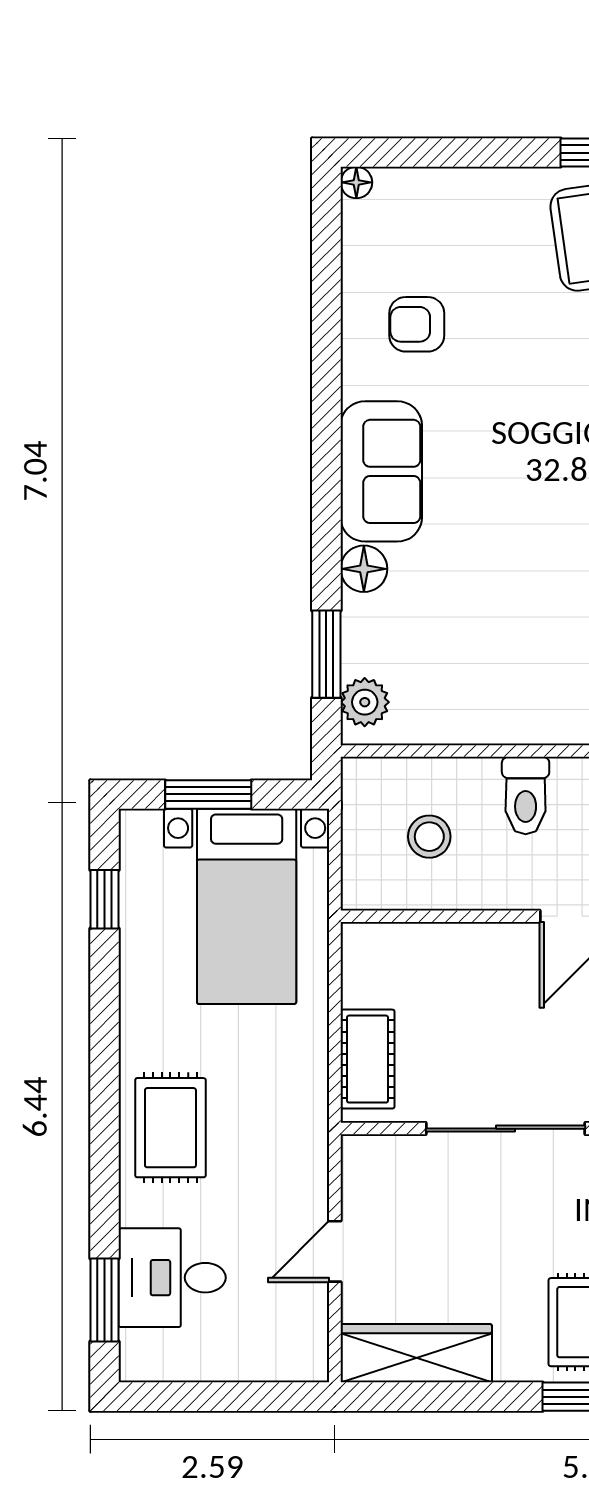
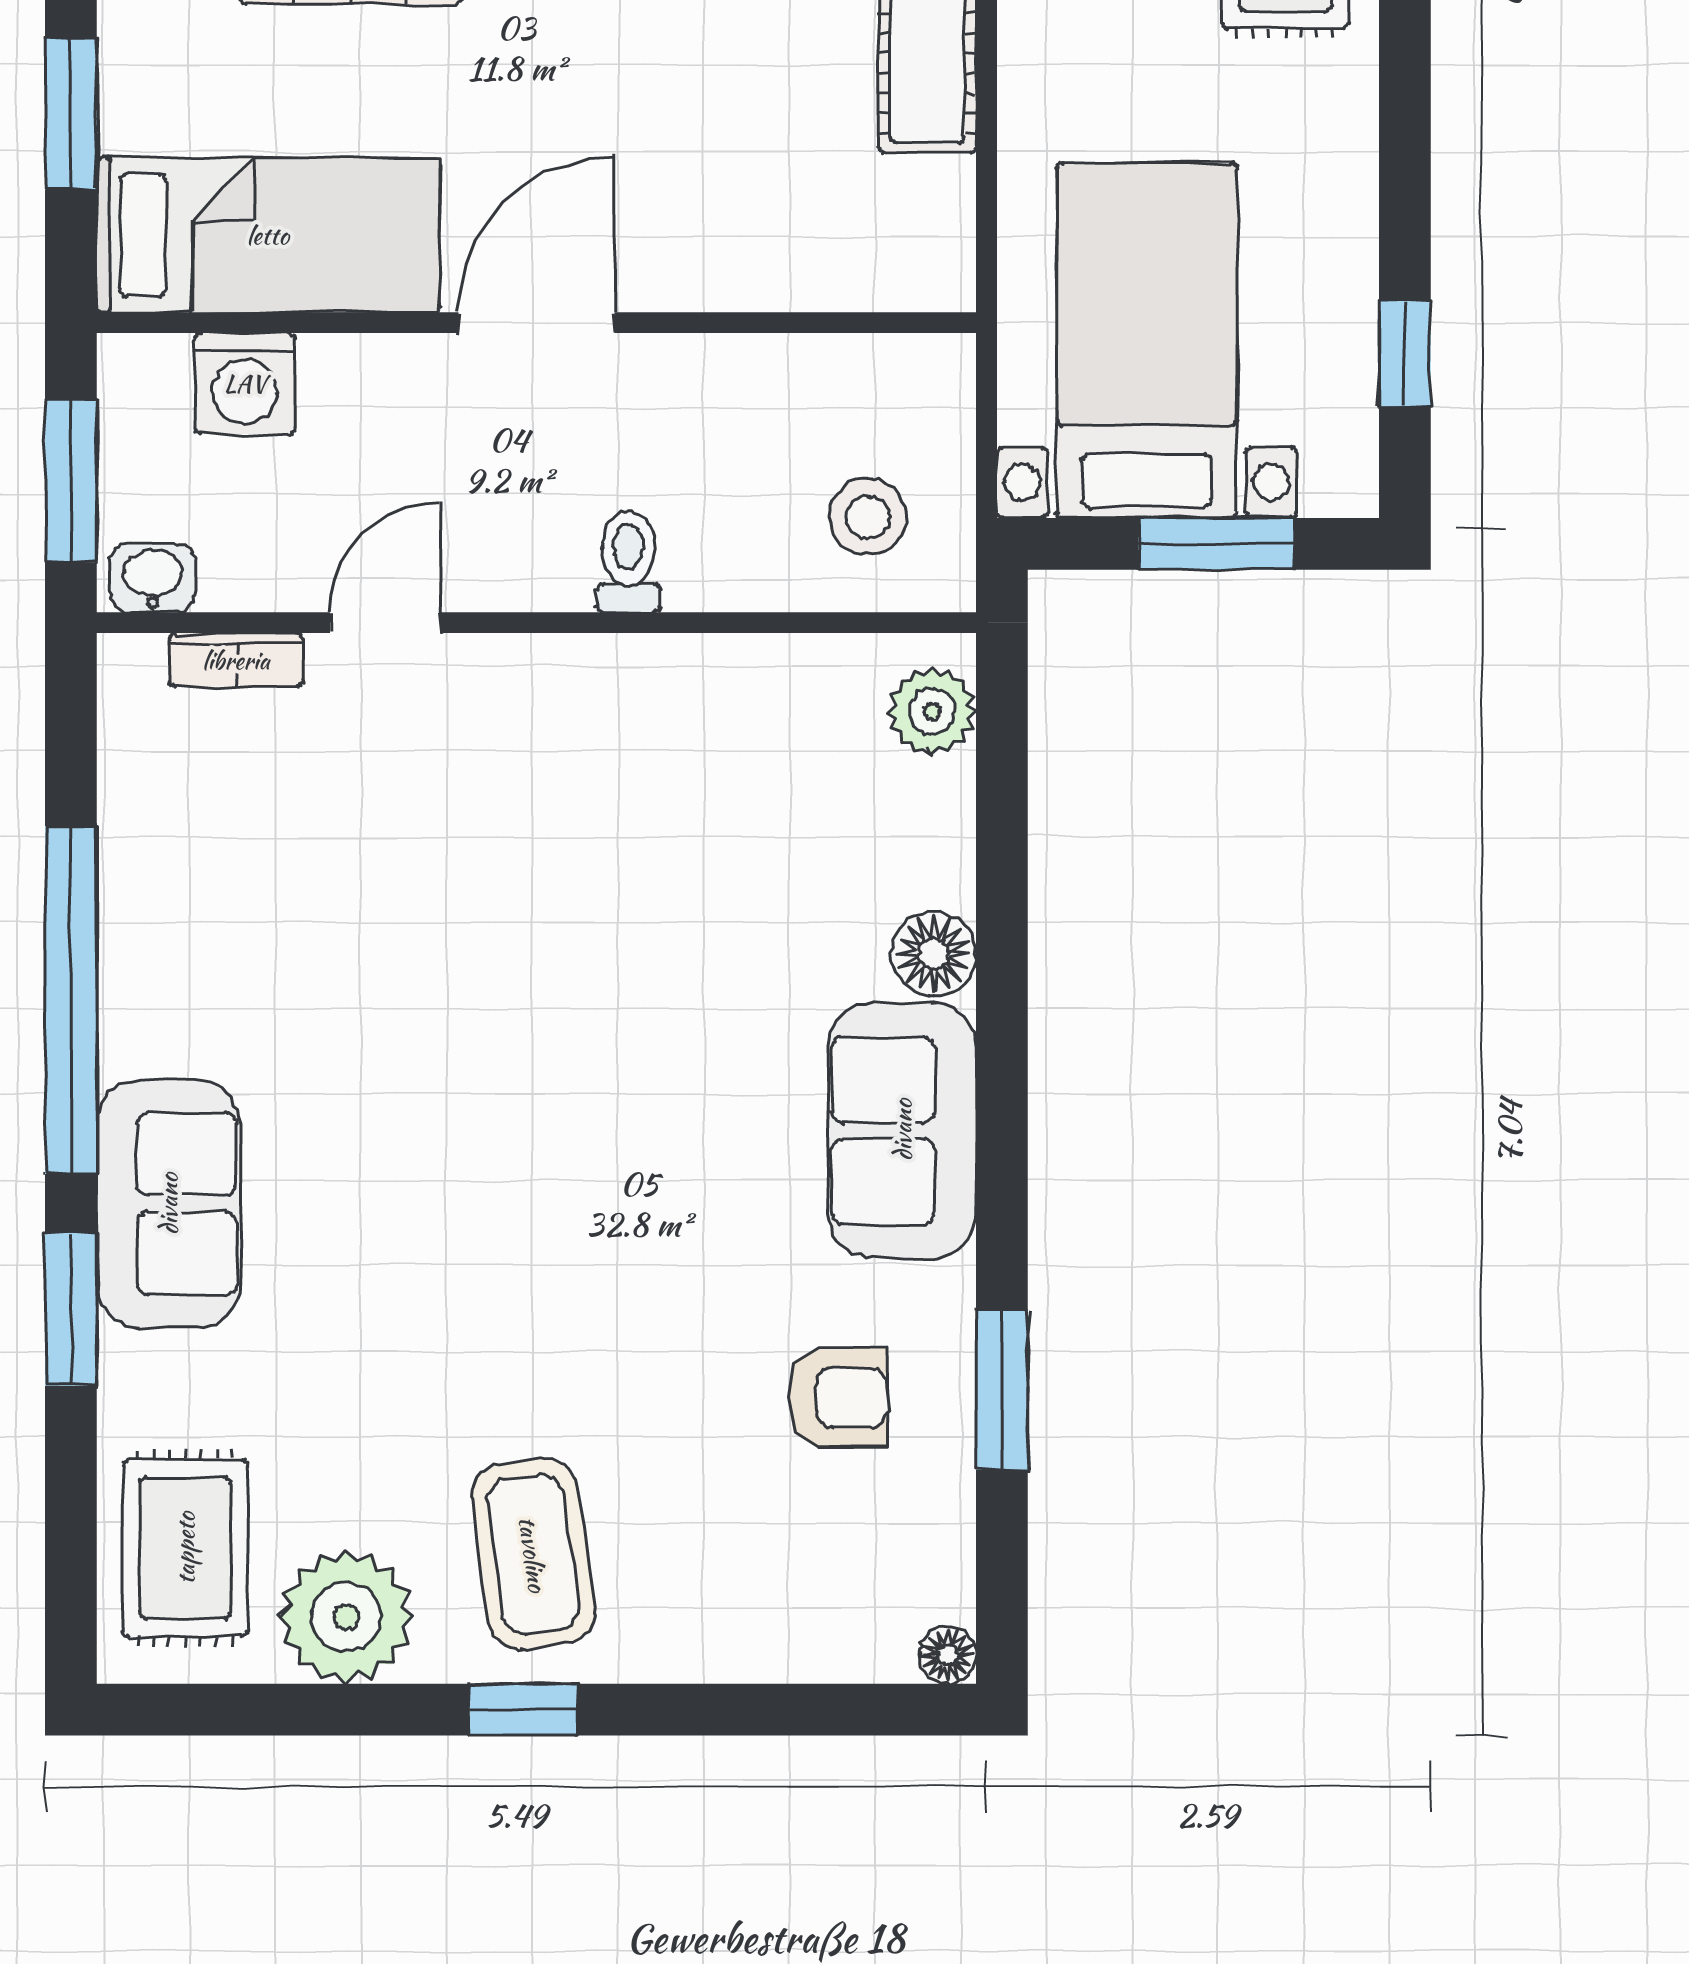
window: (326, 654) -> (1002, 1390), moved
toilet: (526, 796) -> (628, 561), width x0.73, depth x0.72
stool: (429, 837) -> (868, 517), moved

